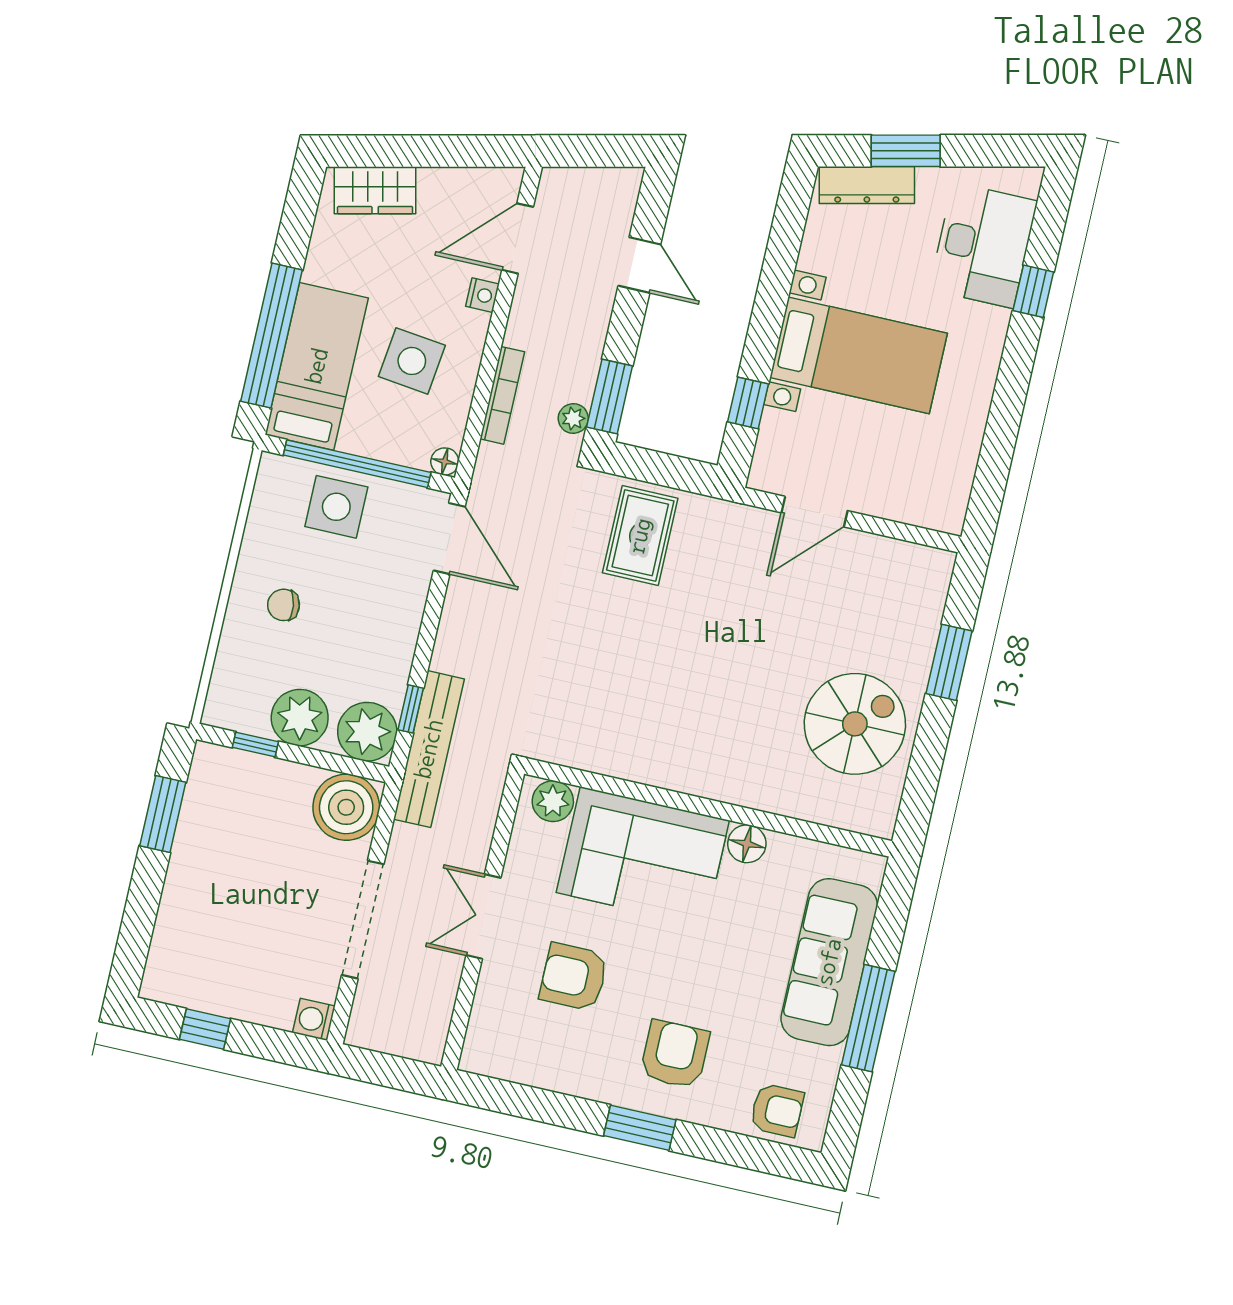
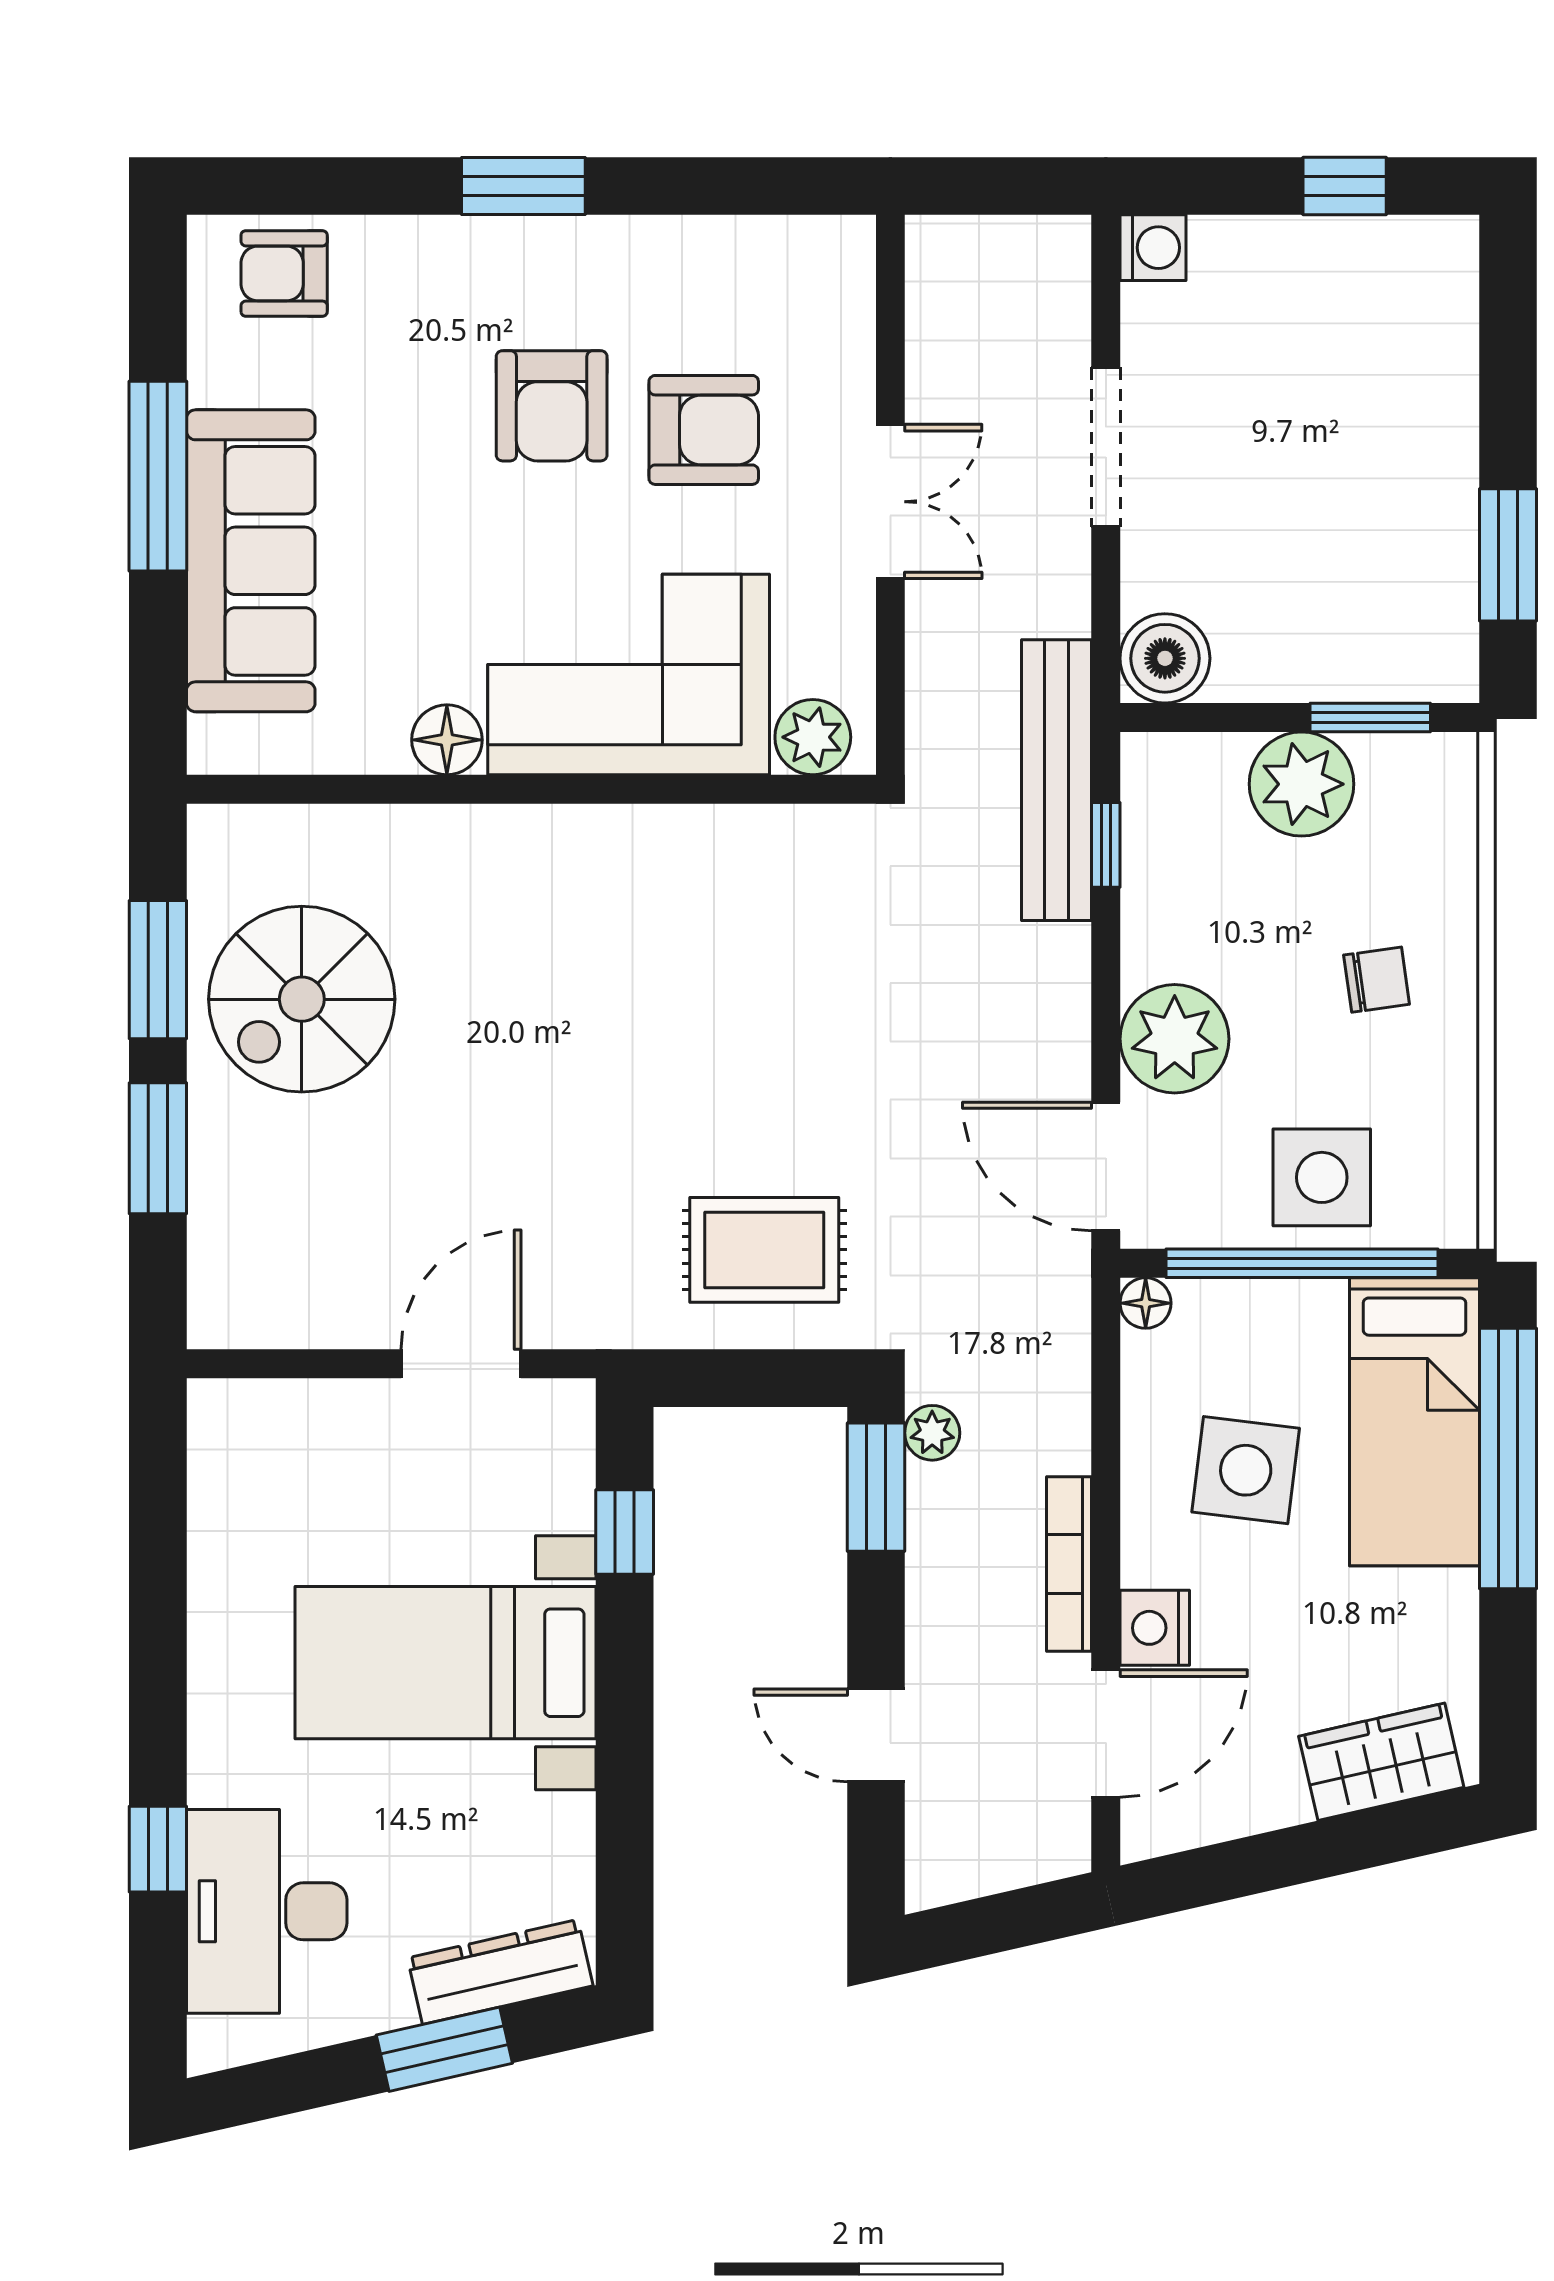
nightstand: (482, 295) -> (1155, 1628), width x1.39, depth x1.35
bookcase: (502, 395) -> (1069, 1564), moved
rug: (640, 536) -> (764, 1250), turned 90
plant: (367, 732) -> (1175, 1039), moved
window: (255, 745) -> (1370, 717), width x1.50
window: (928, 757) -> (158, 970), added
boiler: (346, 807) -> (1165, 658), width x0.73, depth x0.73
doorway: (363, 920) -> (1106, 447), width x0.73
armchair: (675, 1054) -> (552, 406), moved

